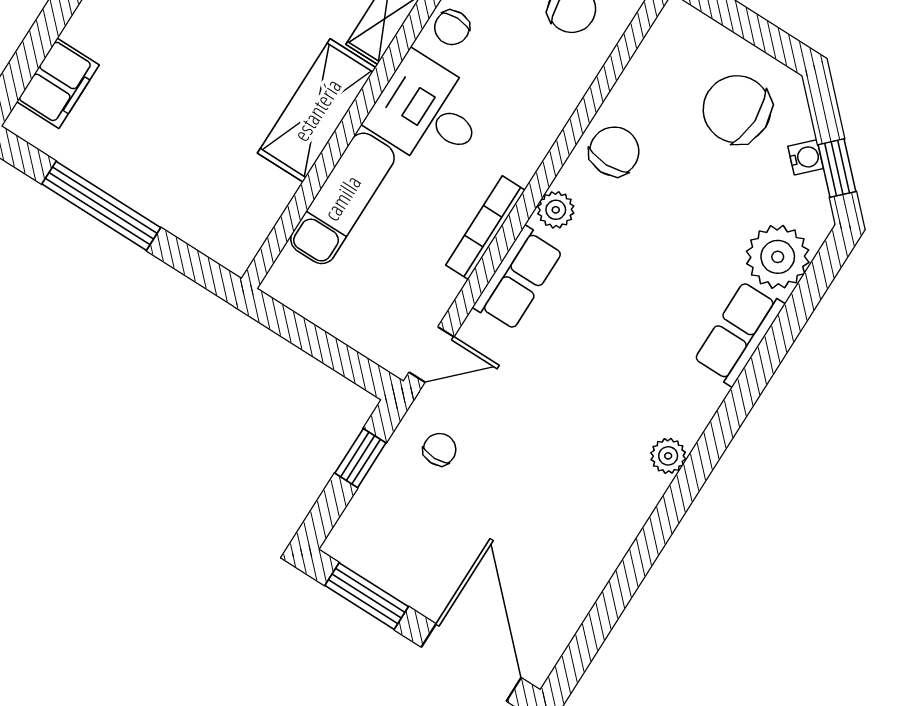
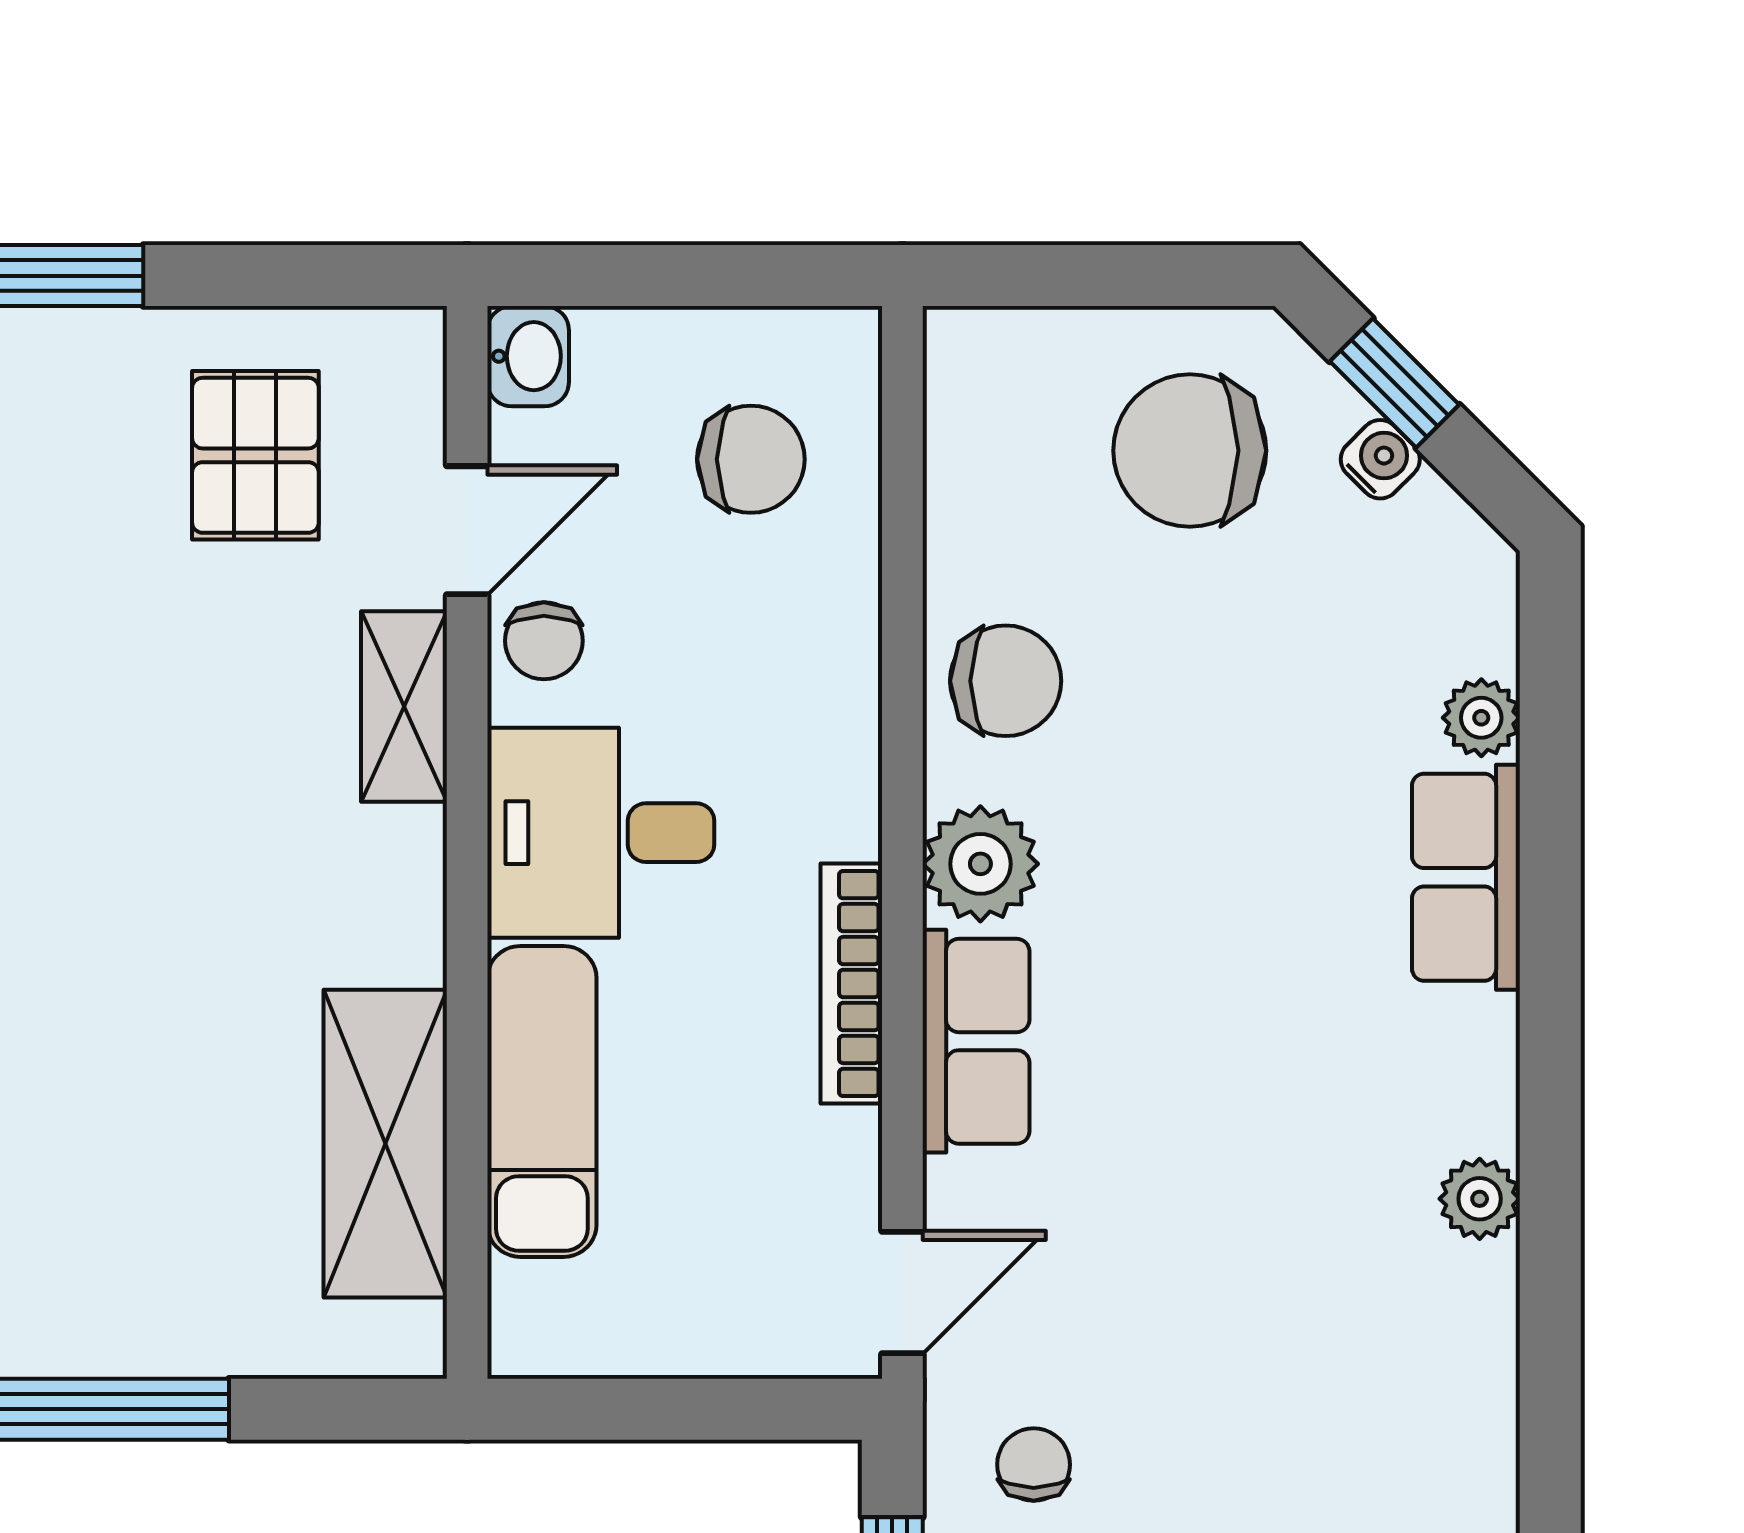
shelving: (317, 110) -> (385, 1144), moved
chair: (614, 151) -> (1006, 681), turned 90
window: (837, 168) -> (1394, 383), moved
plant: (556, 210) -> (980, 864), width x1.38, depth x1.38
plant: (778, 257) -> (1481, 718), width x0.53, depth x0.53

